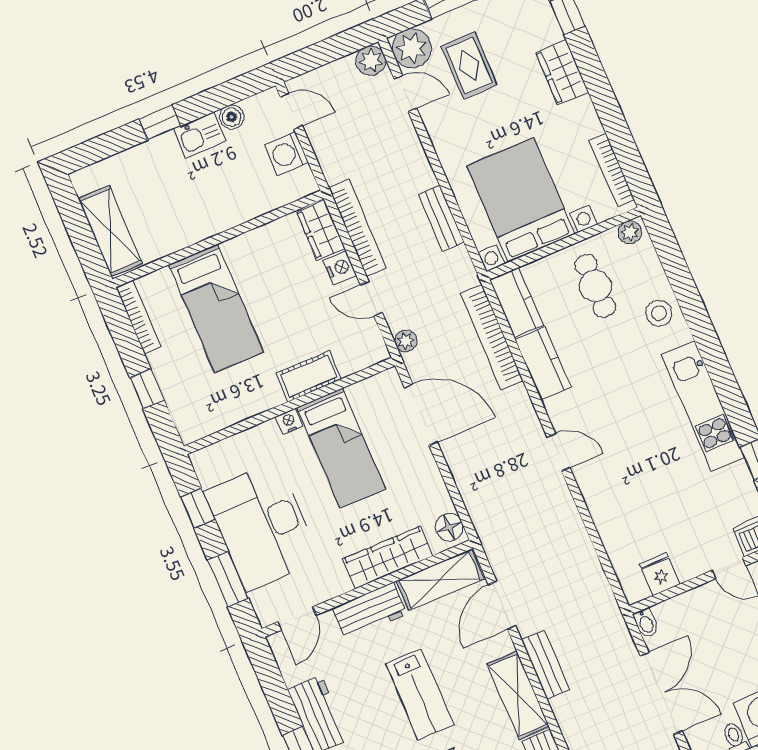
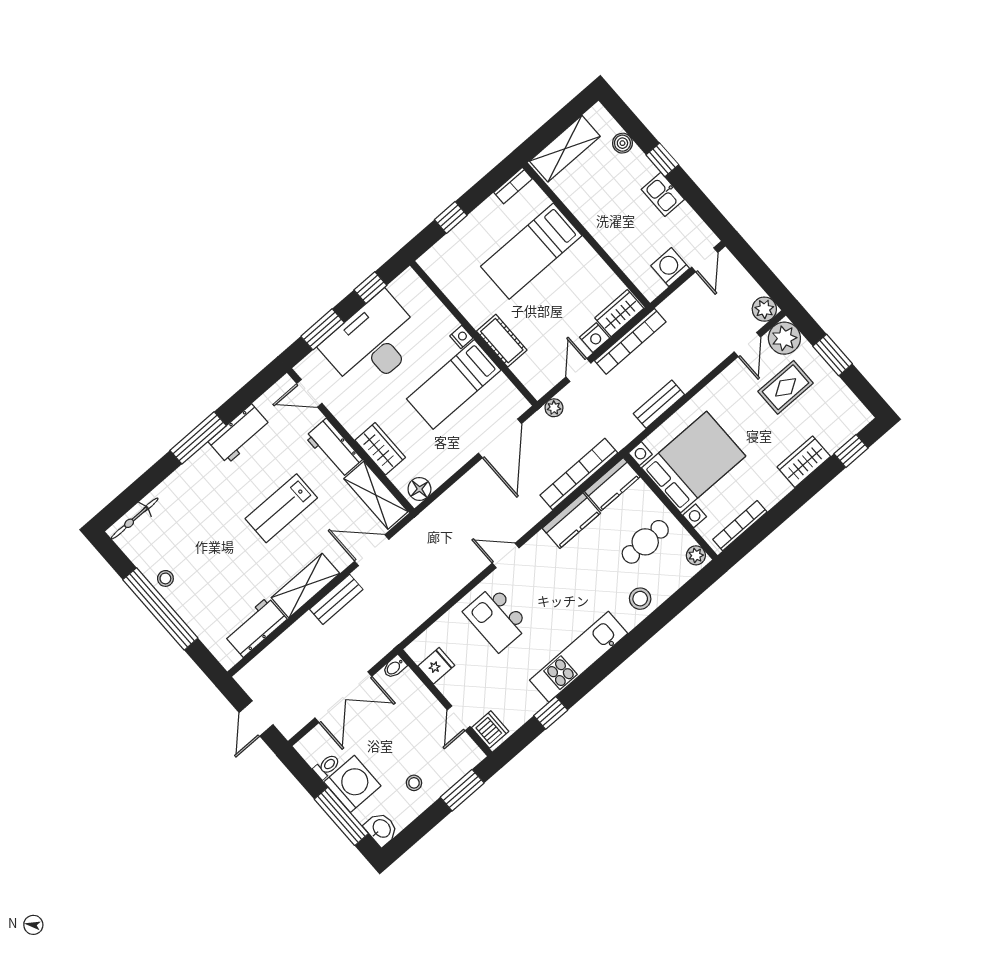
boiler: (232, 117) -> (622, 143), moved
bookcase: (138, 317) -> (513, 186), width x0.64
door: (558, 453) -> (506, 556), swing flipped
kitchen island: (628, 487) -> (496, 619), added
wardrobe: (388, 557) -> (380, 449), width x0.67

